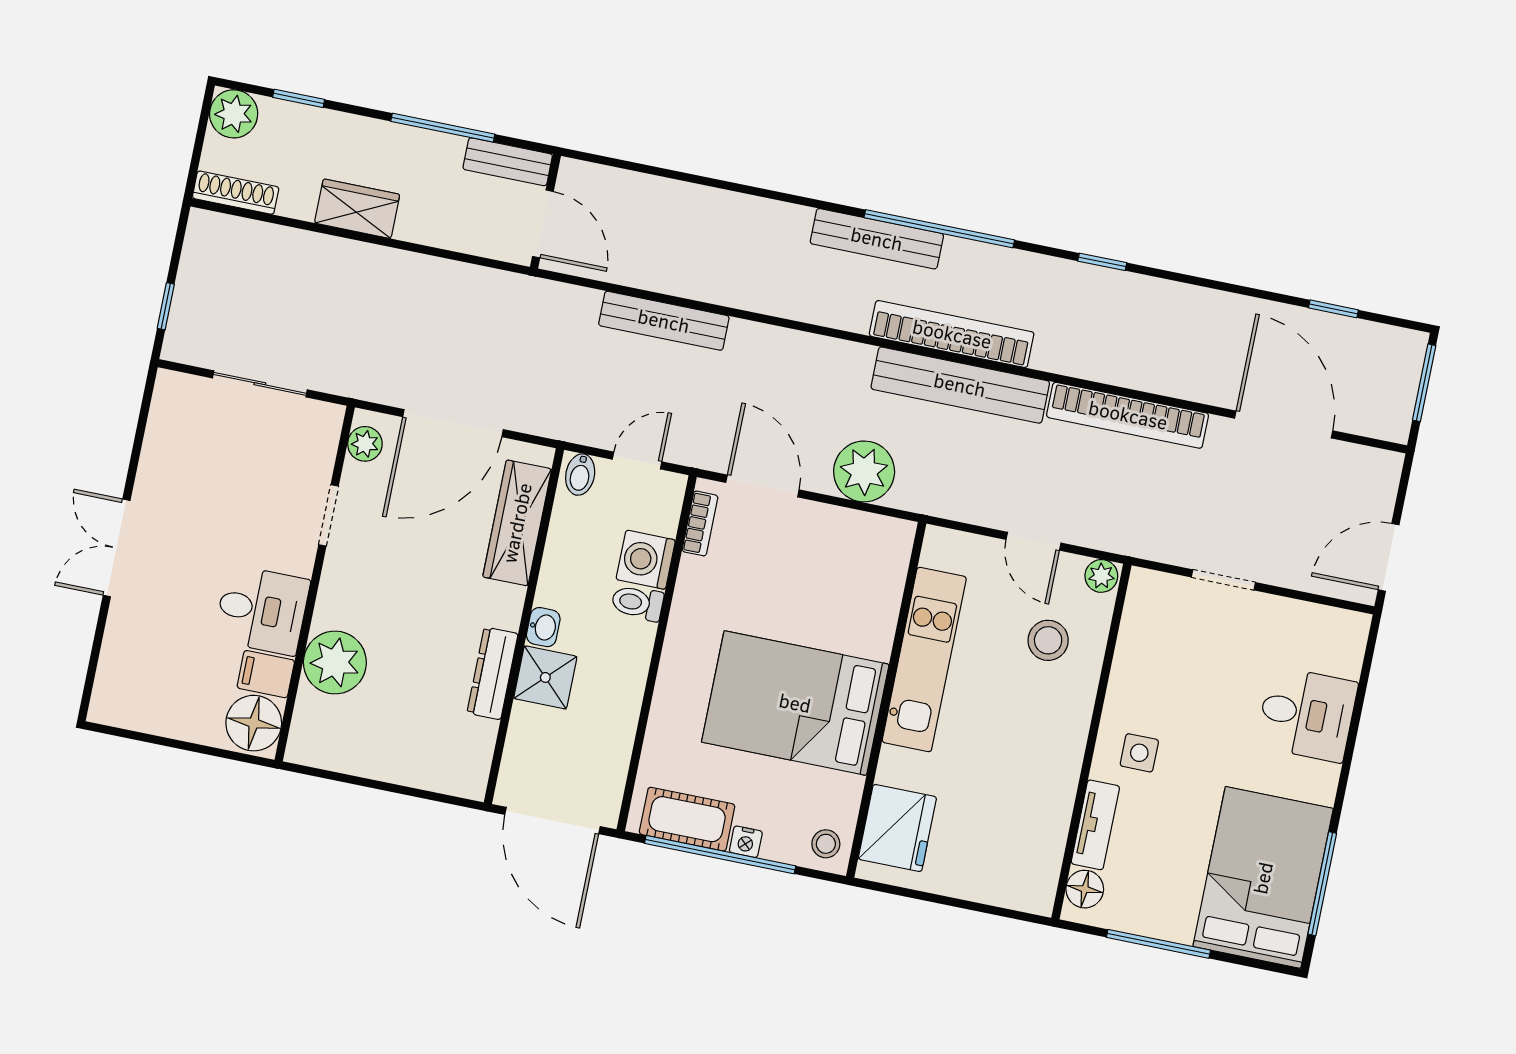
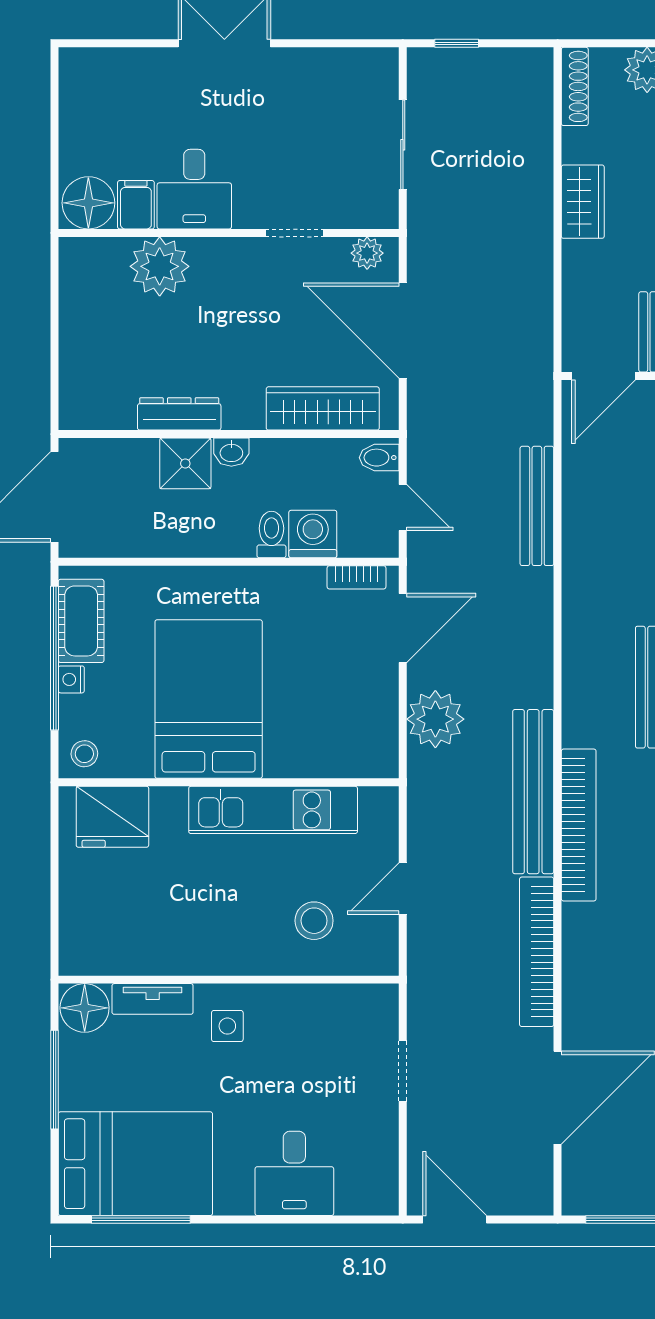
bookcase: (952, 334) -> (579, 825), moved
plant: (1101, 576) -> (383, 958), removed
floor lamp: (1085, 889) -> (85, 1008), width x1.38, depth x1.38

